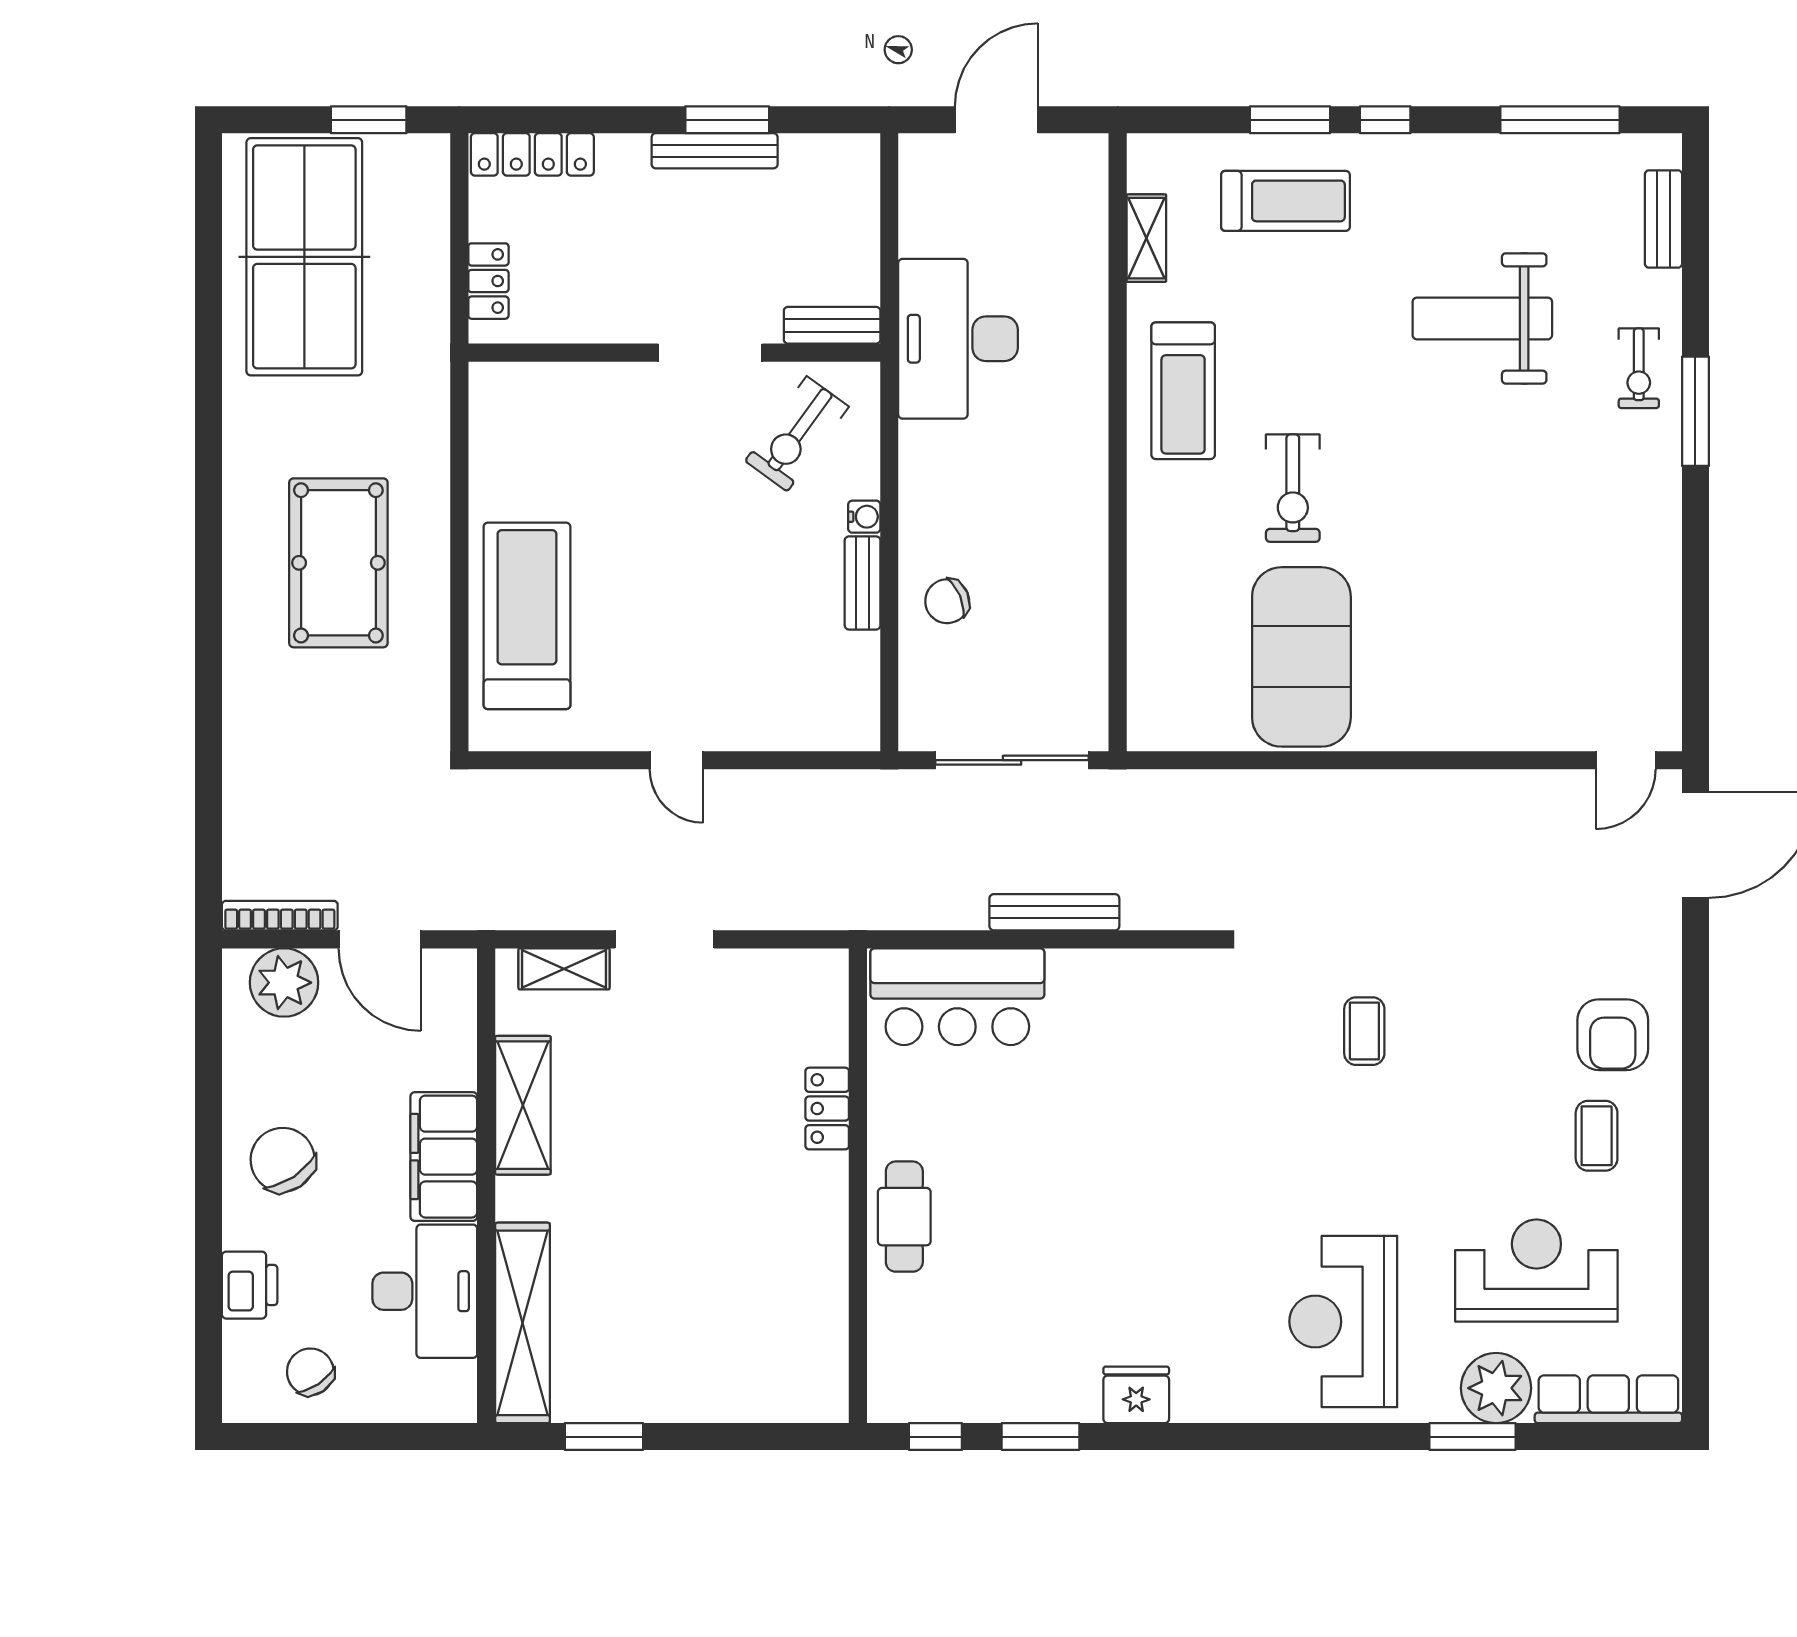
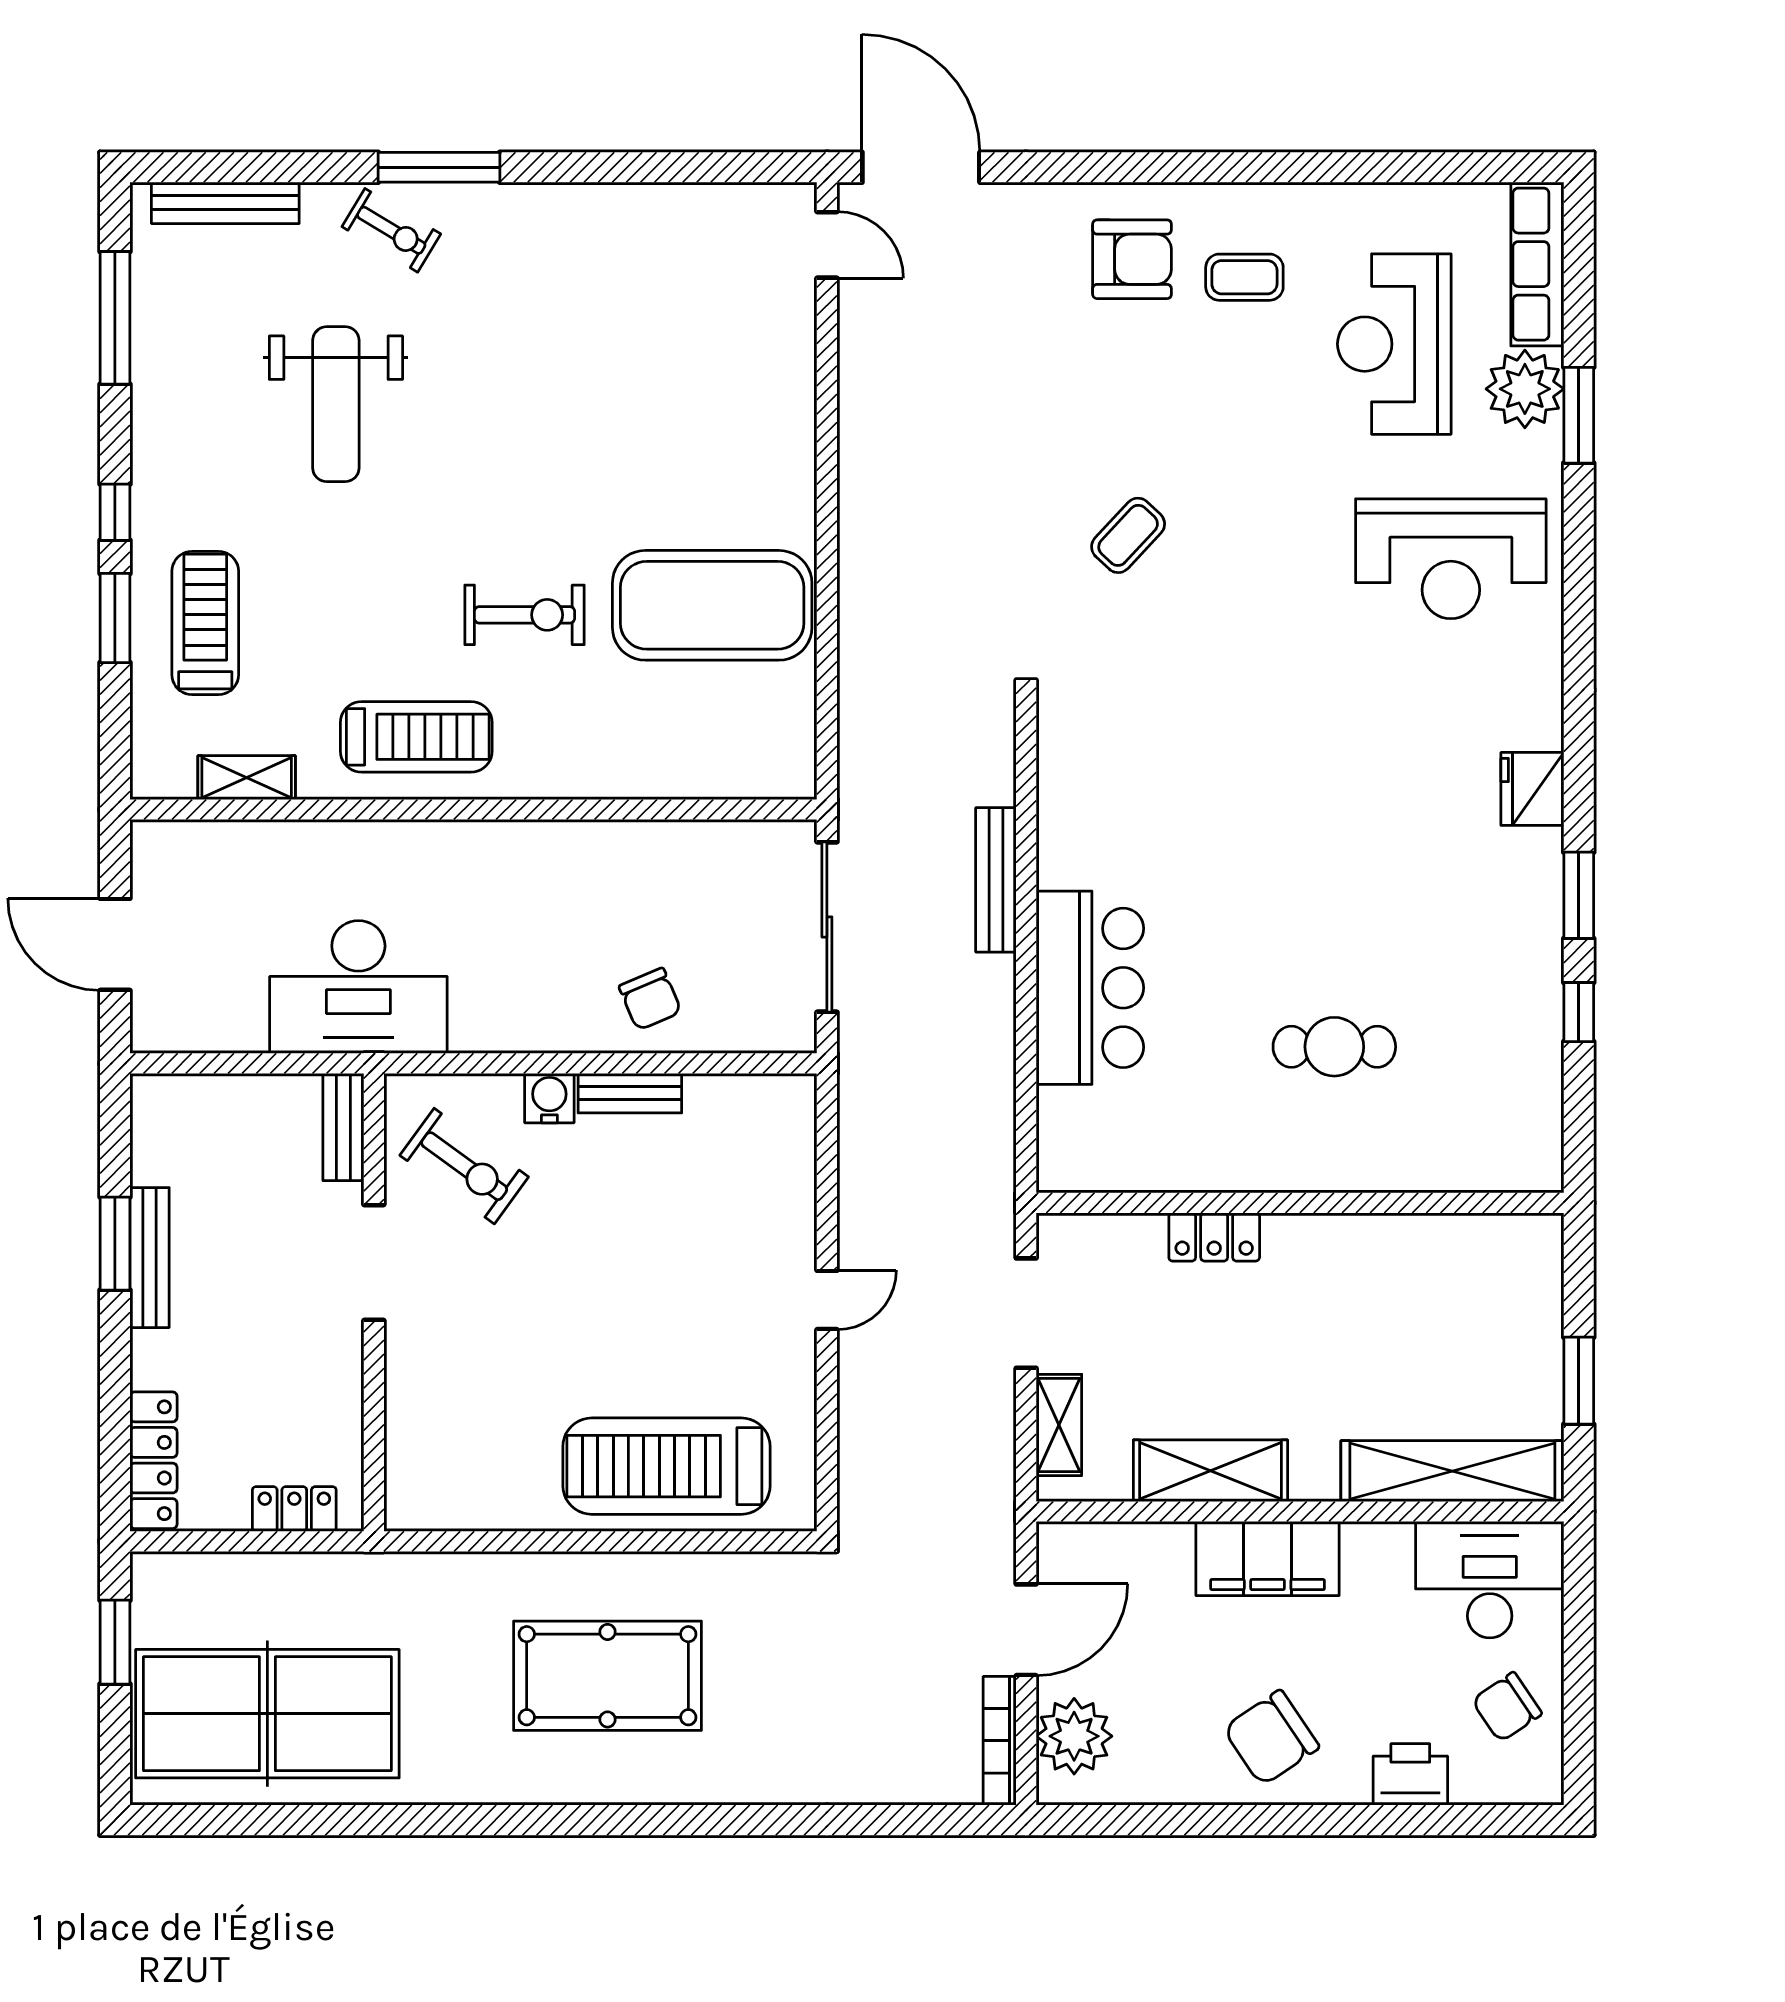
bench: (1663, 219) -> (225, 203), width x1.36
exercise bike: (1639, 368) -> (391, 230), turned 31
water cooler: (864, 517) -> (549, 1098), width x1.38, depth x1.38
coffee table: (1364, 1031) -> (1128, 535), turned -47
locker: (827, 1109) -> (1214, 1237), moved
wall: (858, 1186) -> (1300, 1203), moved
desk: (425, 1291) -> (1490, 1580), moved

